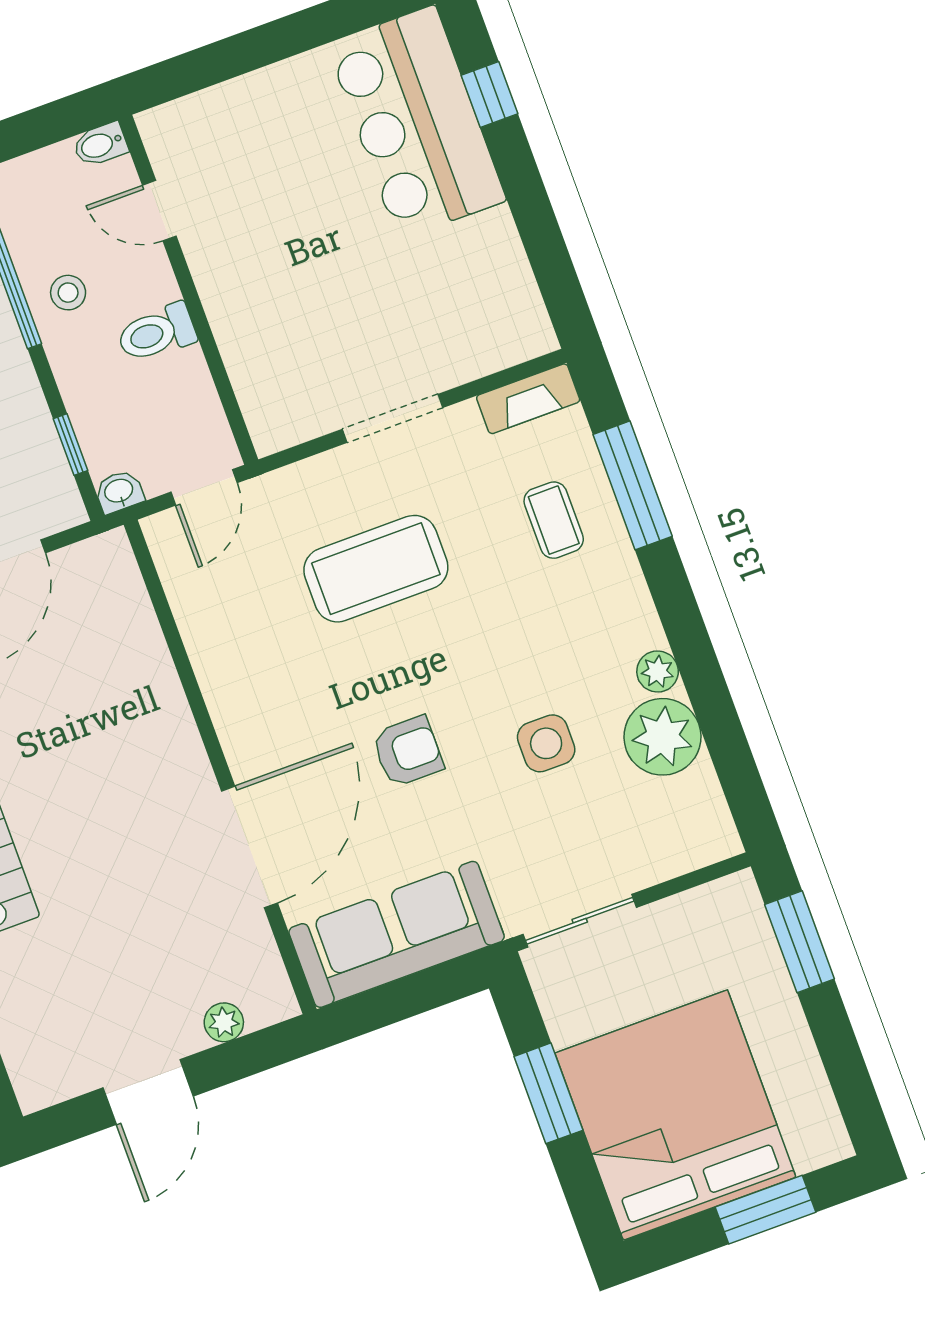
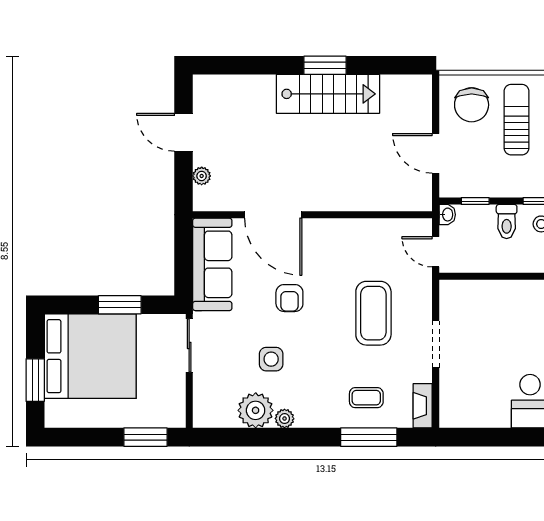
toilet: (157, 333) -> (507, 221), moved, turned 180

